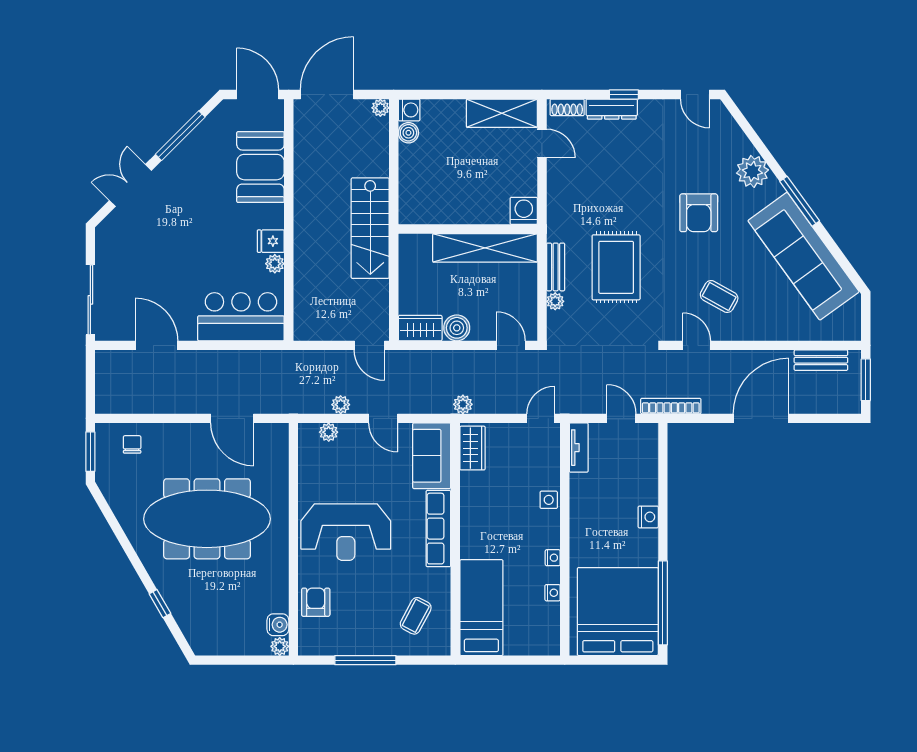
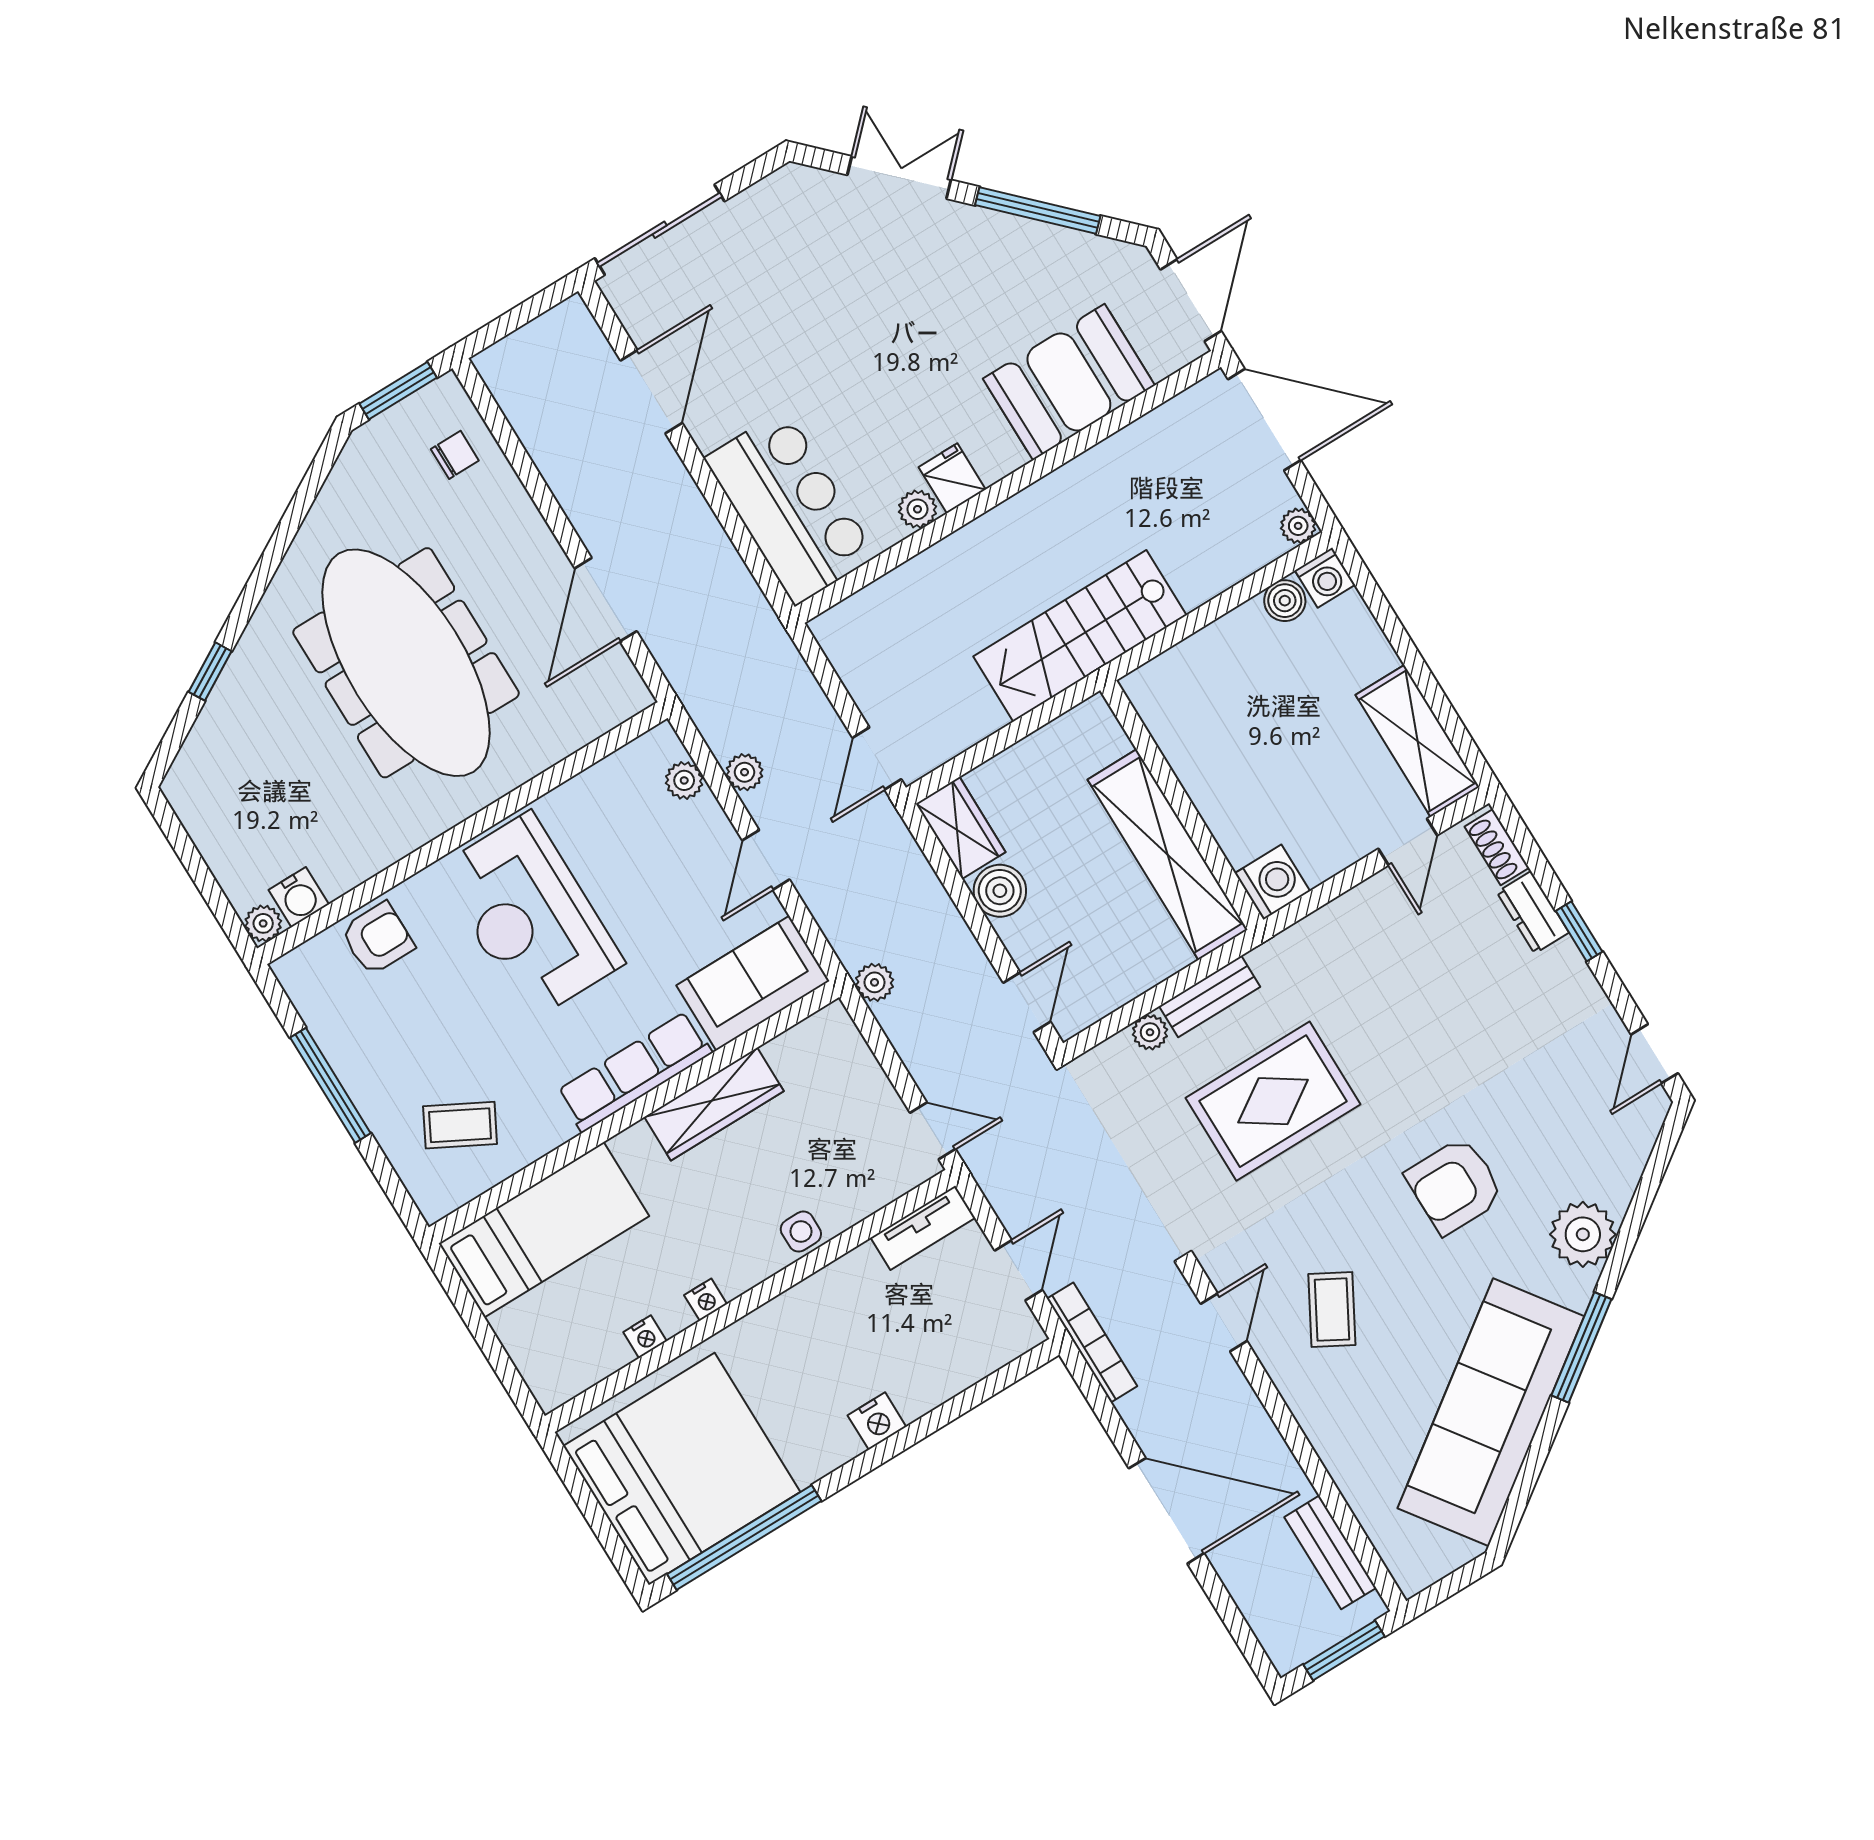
dresser: (612, 109) -> (1533, 912), width x0.70
wardrobe: (473, 448) -> (714, 1104), moved, width x1.50

